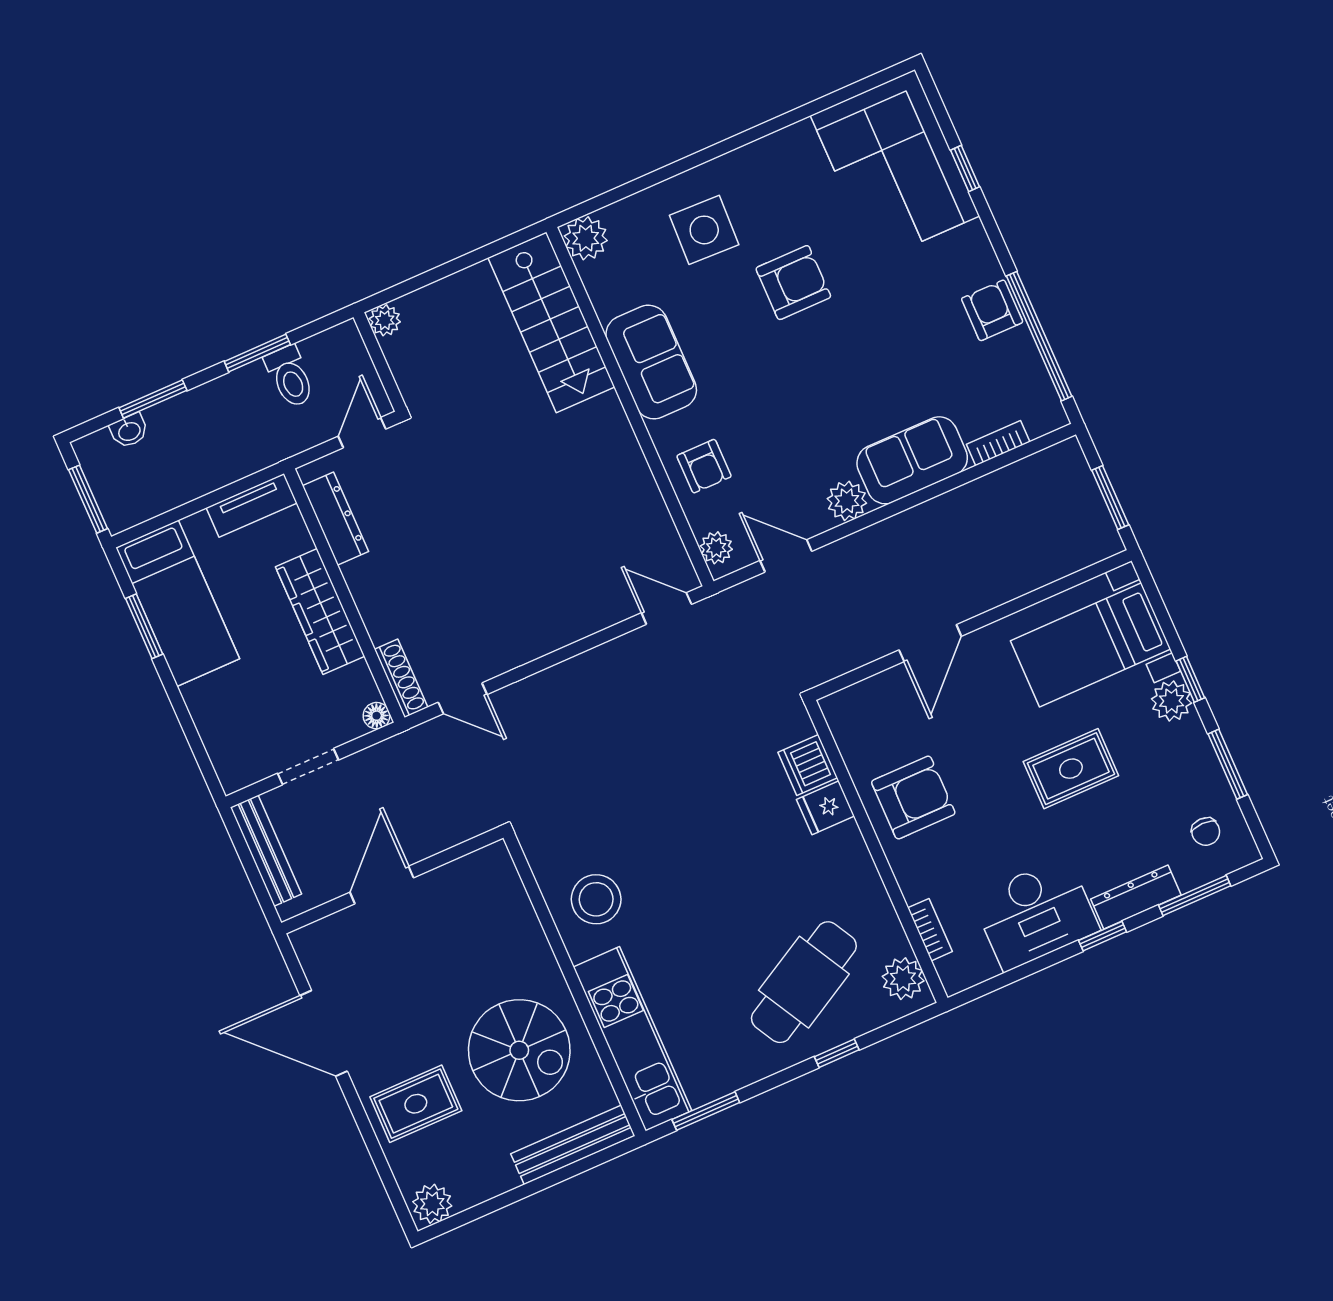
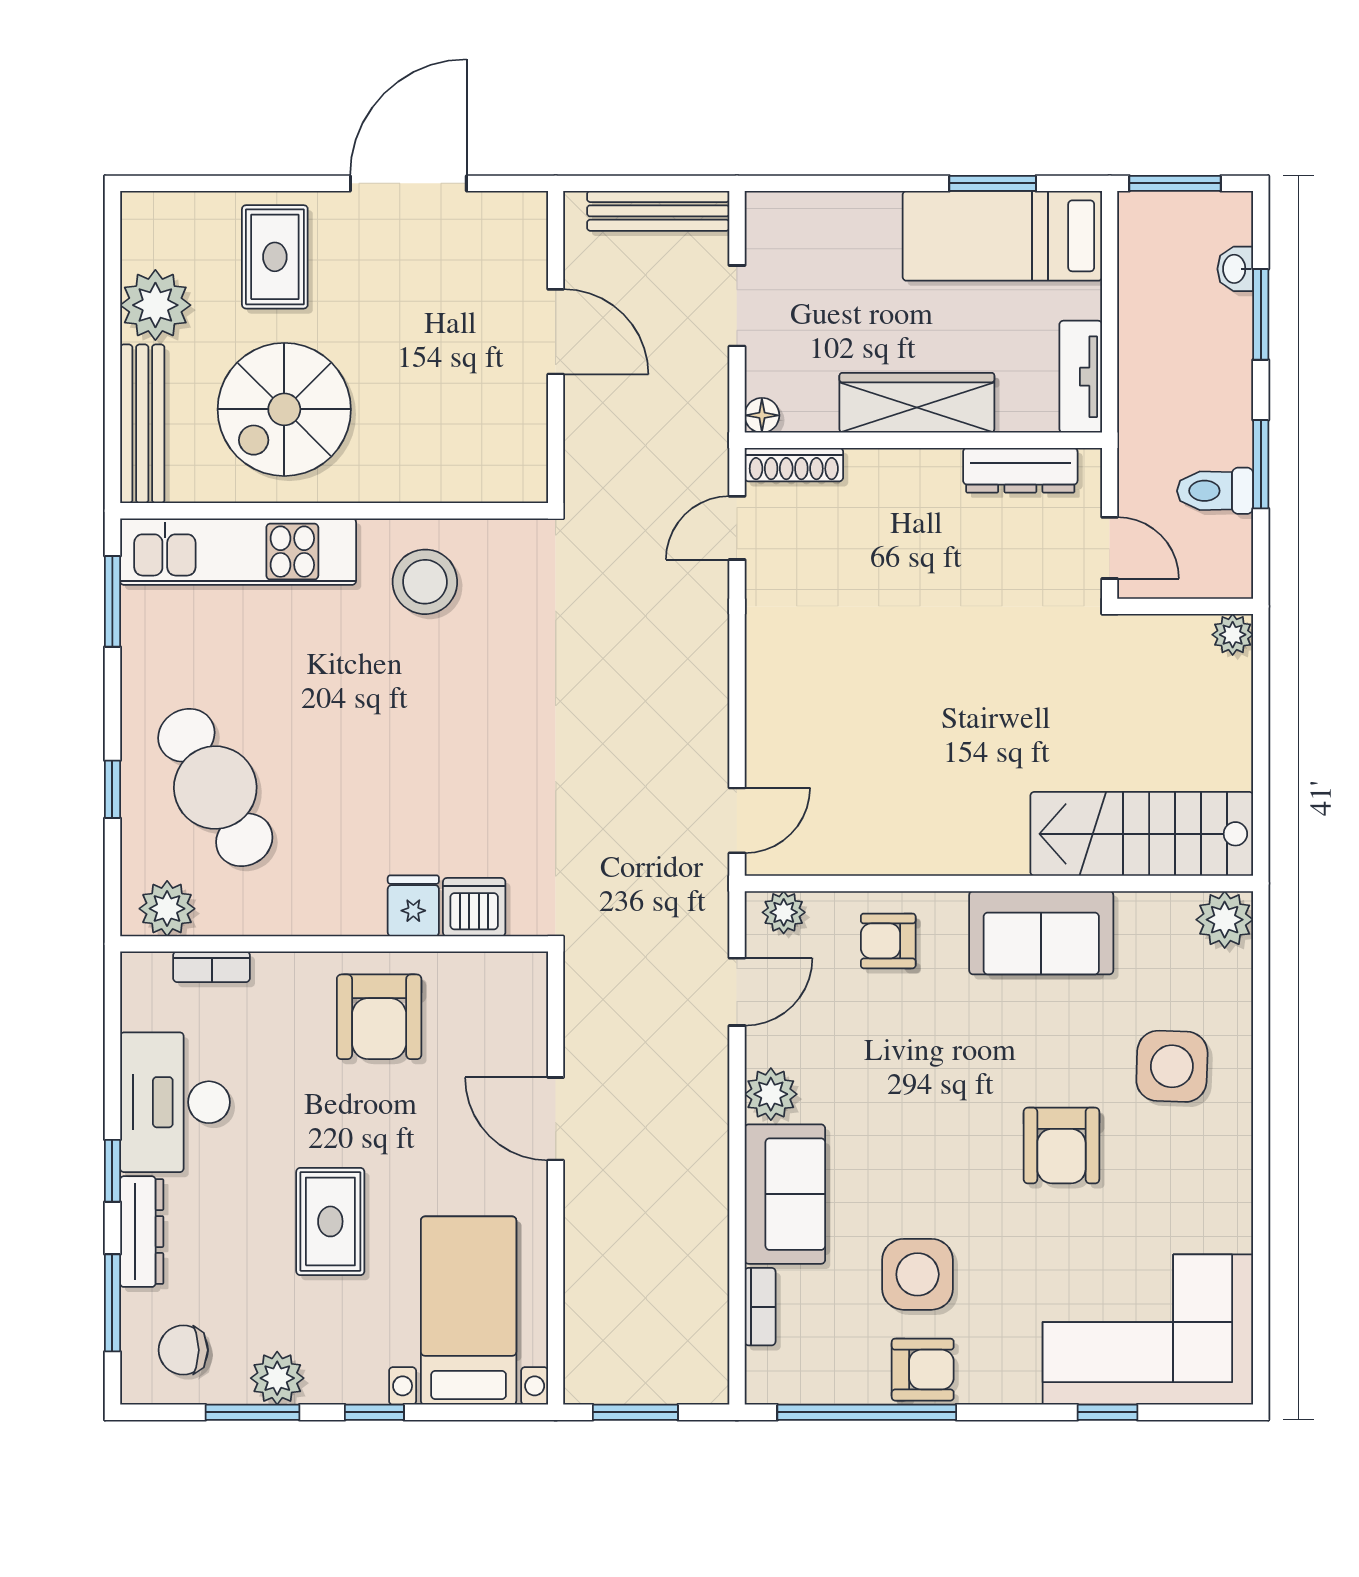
side table: (927, 343) -> (918, 1274), added
plant: (1171, 701) -> (277, 1378), moved
chair: (1206, 832) -> (183, 1350), width x1.37, depth x1.37
plant: (432, 1204) -> (155, 305), moved, width x1.36, depth x1.36

